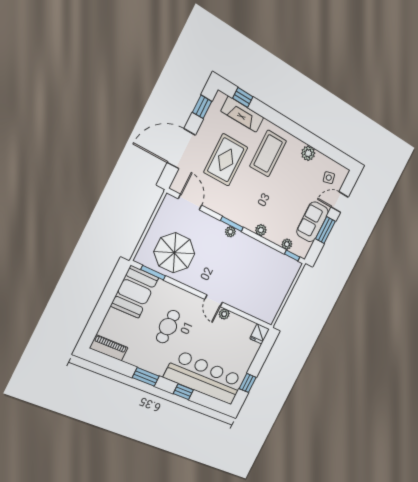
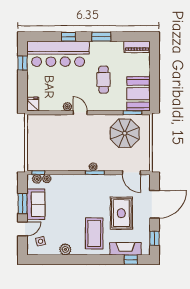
plant: (261, 230) -> (37, 179), moved

